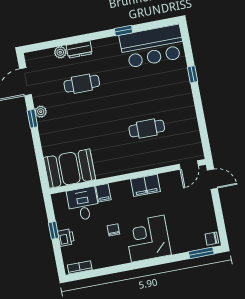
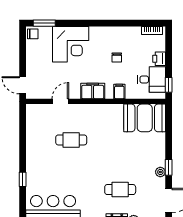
door: (189, 165) -> (60, 101), moved
filing cabinet: (145, 185) -> (93, 91), moved
desk: (83, 204) -> (152, 80), moved, turned -90
window: (54, 230) -> (169, 85), moved
corner desk: (148, 239) -> (71, 44), moved

